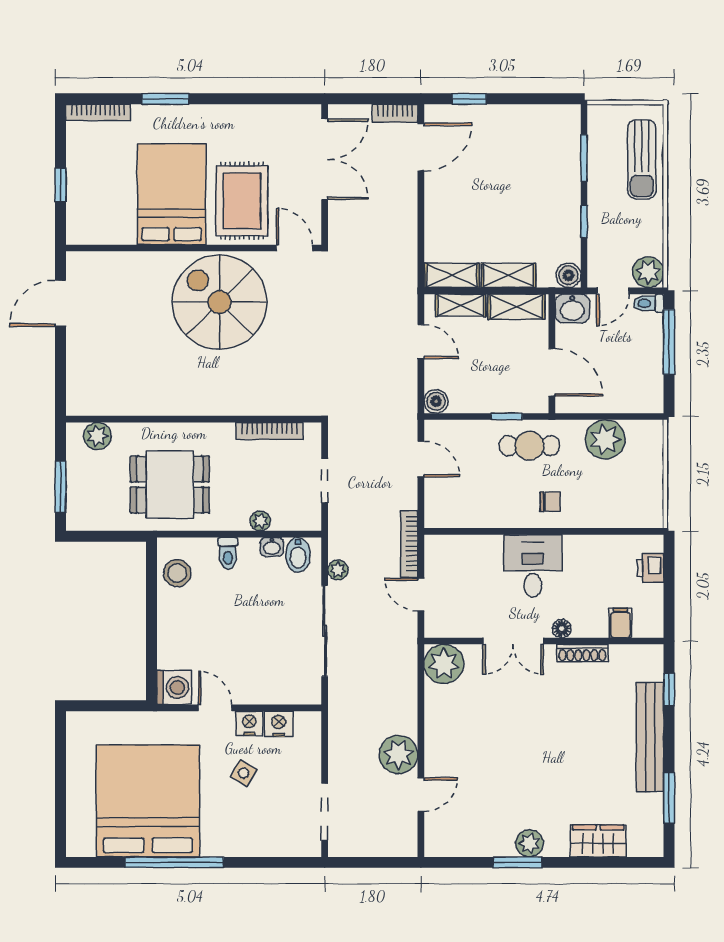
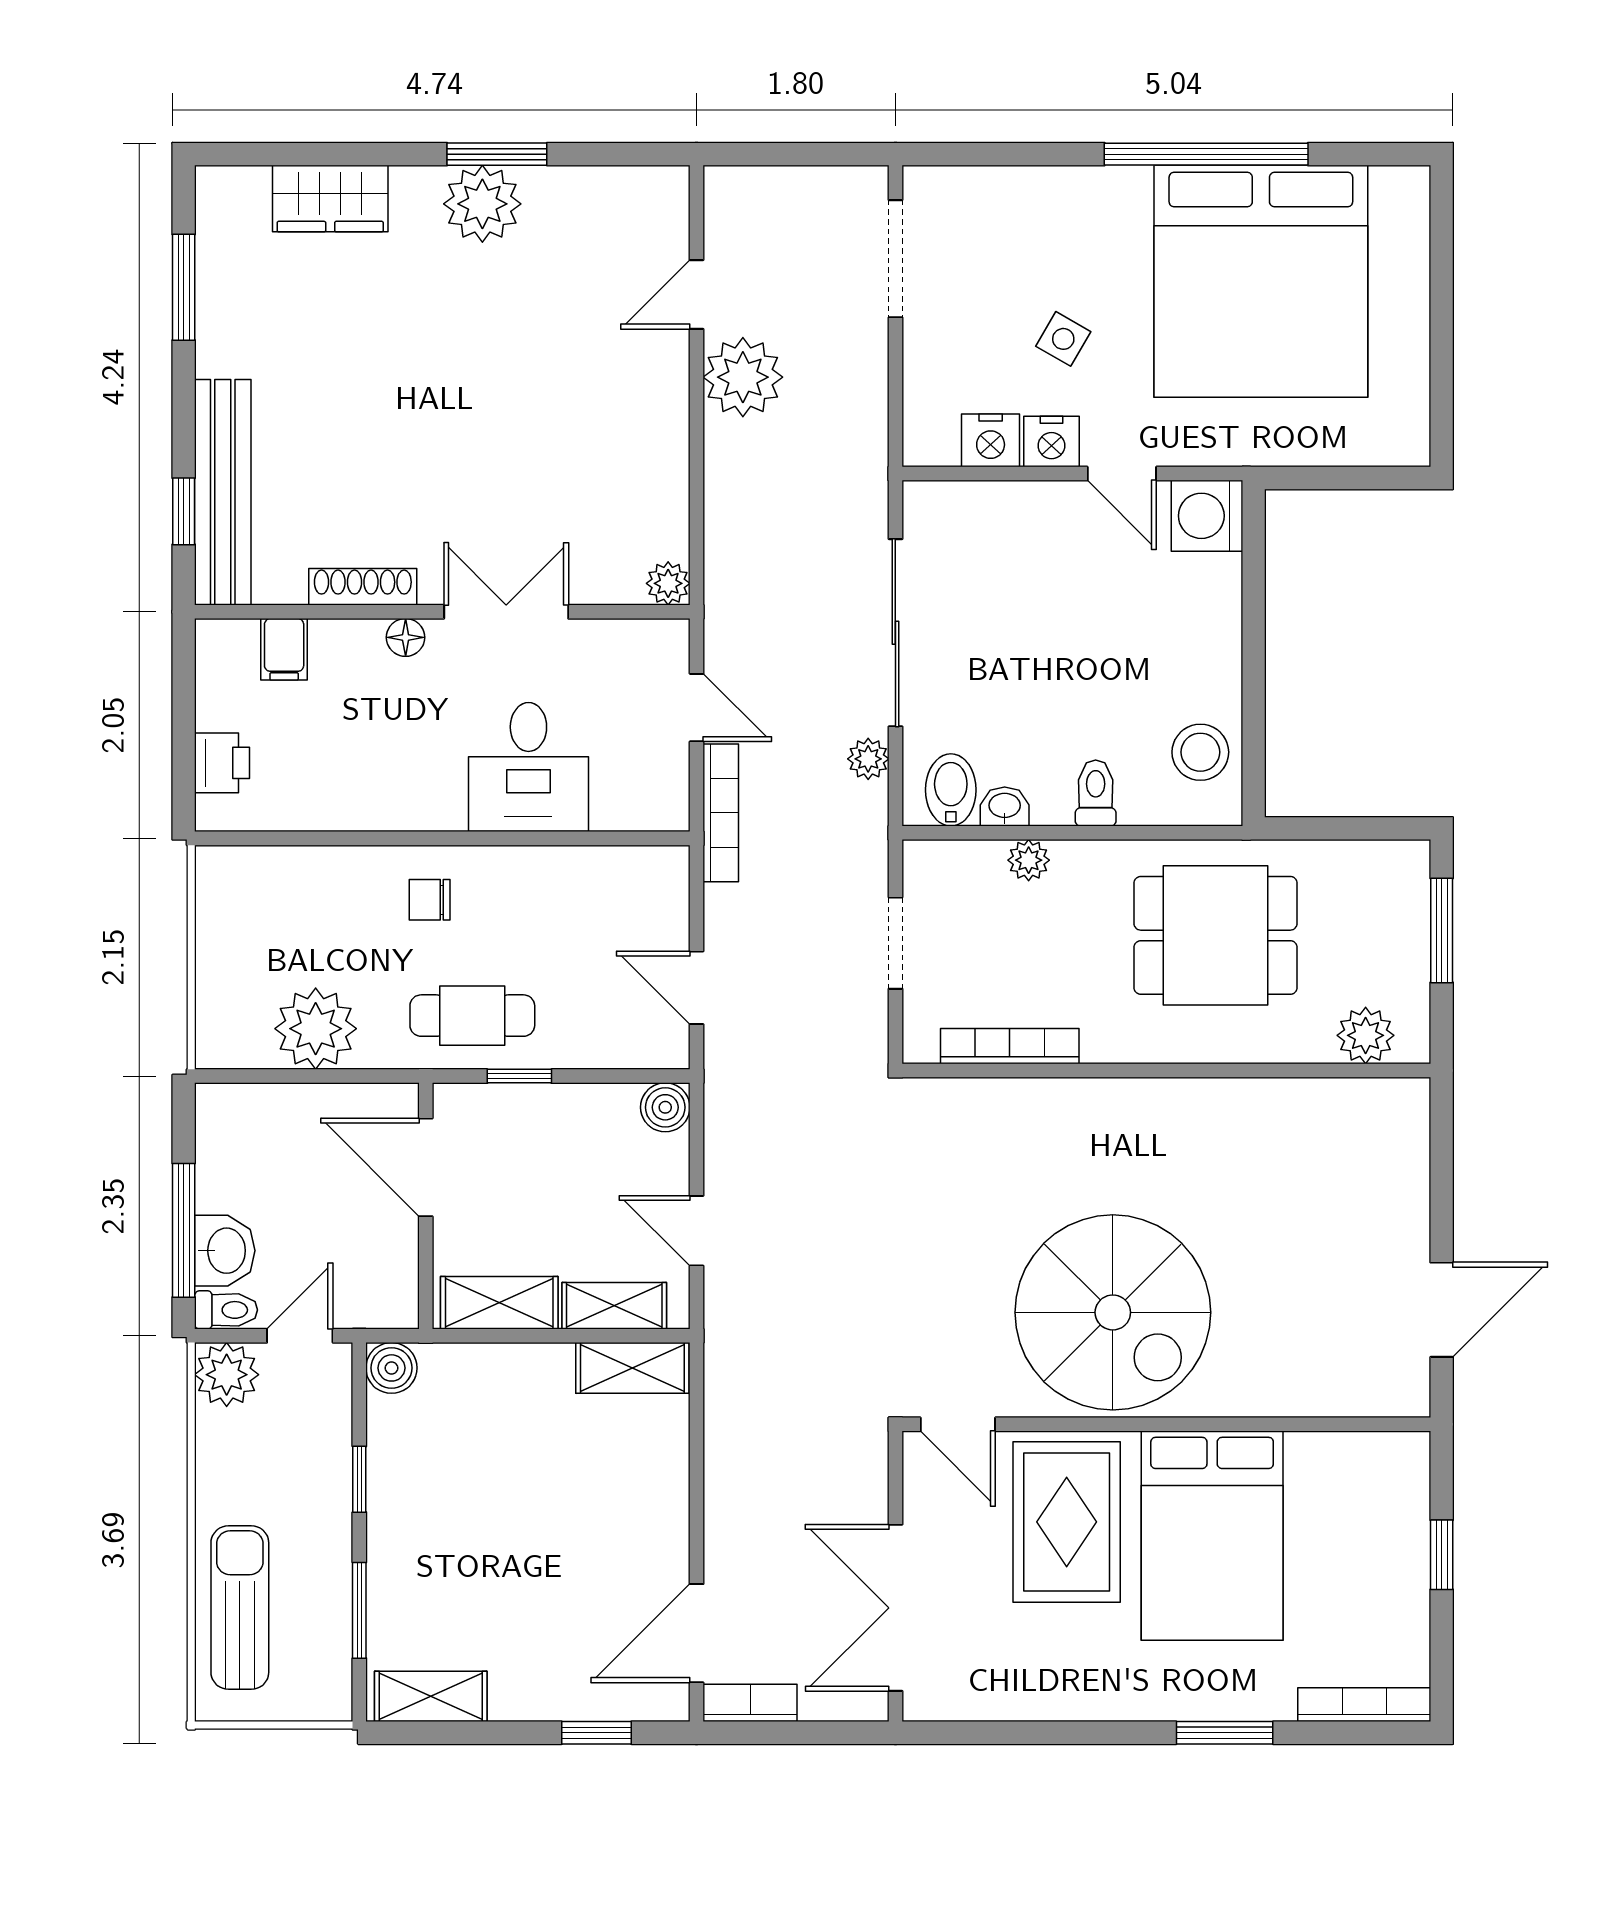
shelving: (509, 275) -> (431, 1696), moved
washbasin: (572, 309) -> (225, 1251), moved, turned 90
desk: (533, 566) -> (528, 767), moved
plant: (444, 664) -> (668, 583), width x0.53, depth x0.53
bench: (650, 737) -> (223, 492), moved
plant: (529, 843) -> (482, 204), width x1.36, depth x1.36

